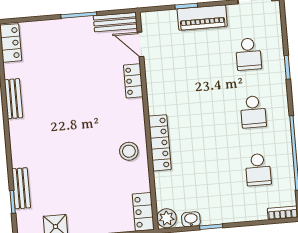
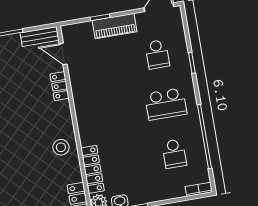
school desk: (253, 112) -> (166, 104), width x1.85
locker: (160, 143) -> (93, 169), moved

